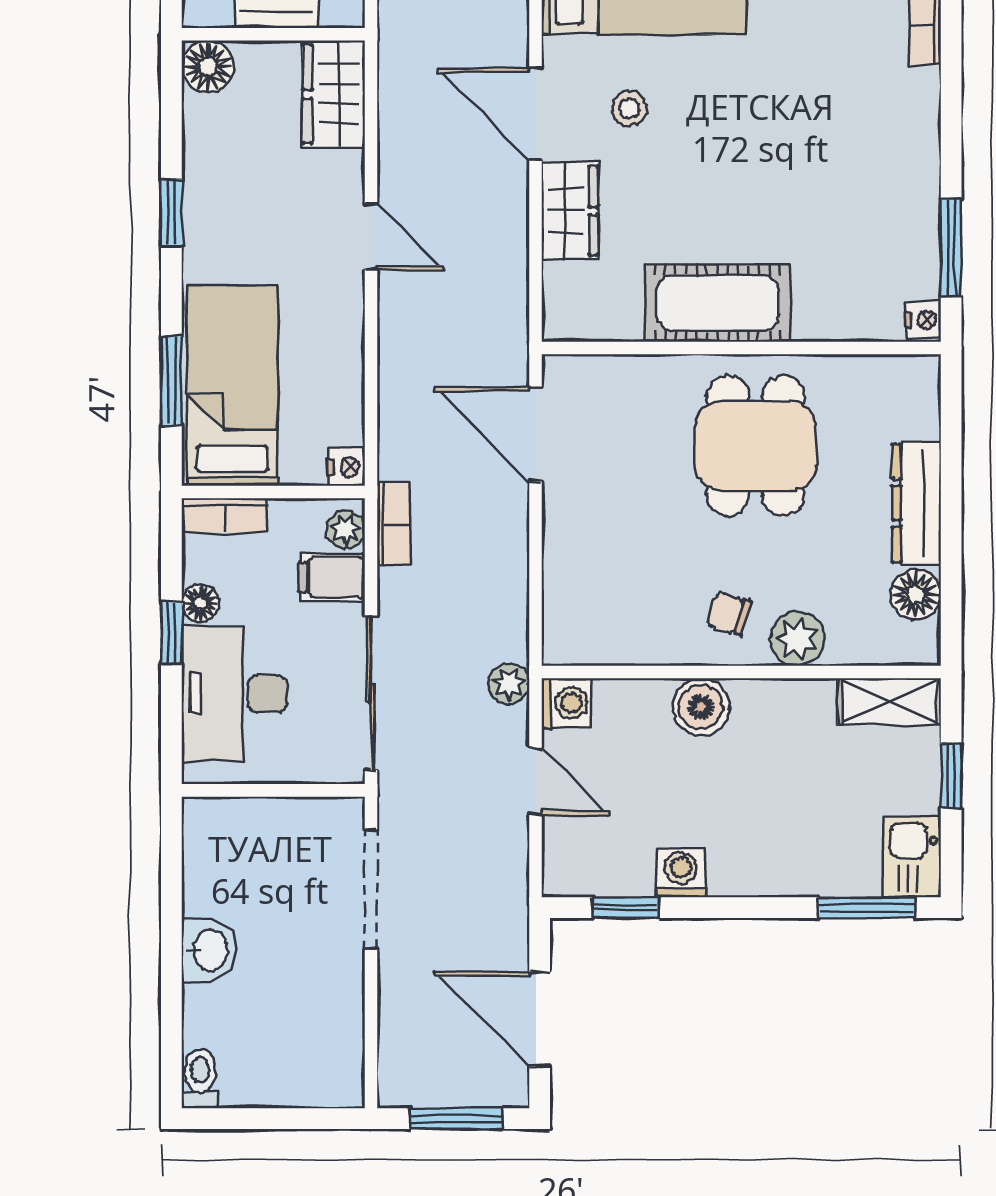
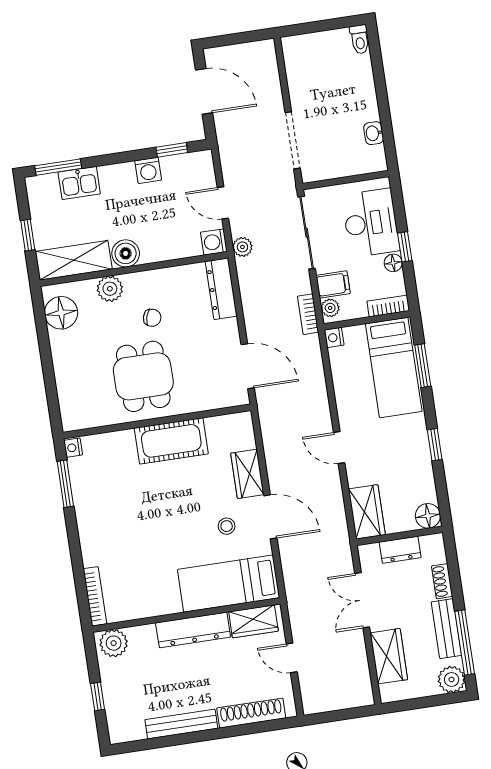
dresser: (917, 503) -> (221, 289), moved, turned 180
floor lamp: (916, 595) -> (61, 313), width x1.38, depth x1.38
chair: (729, 613) -> (152, 318), moved
shelving: (889, 701) -> (74, 260), width x1.50, depth x1.33
boiler: (701, 707) -> (126, 253), moved
kitchen sink: (911, 857) -> (79, 183), moved, turned 90
washbasin: (209, 950) -> (374, 133), moved, width x0.72, depth x0.69
window: (456, 1119) -> (236, 39), removed

